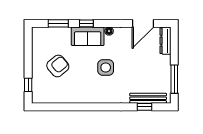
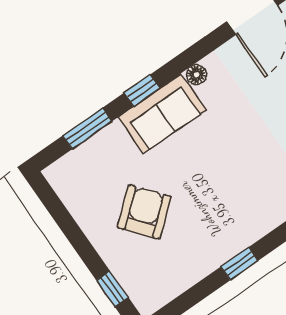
side table: (106, 67) -> (239, 150), removed
window: (78, 107) -> (239, 264), added

